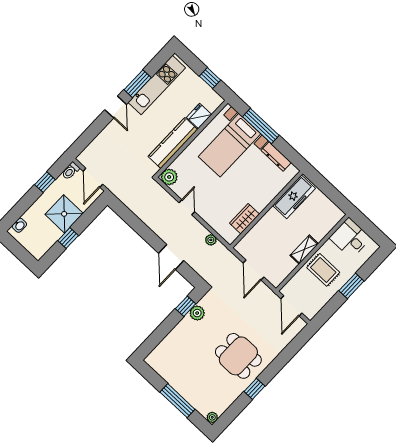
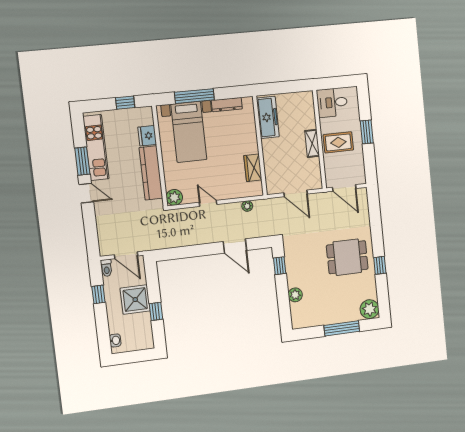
plant: (197, 313) -> (295, 295), moved
plant: (212, 417) -> (370, 309), width x1.87, depth x1.87

